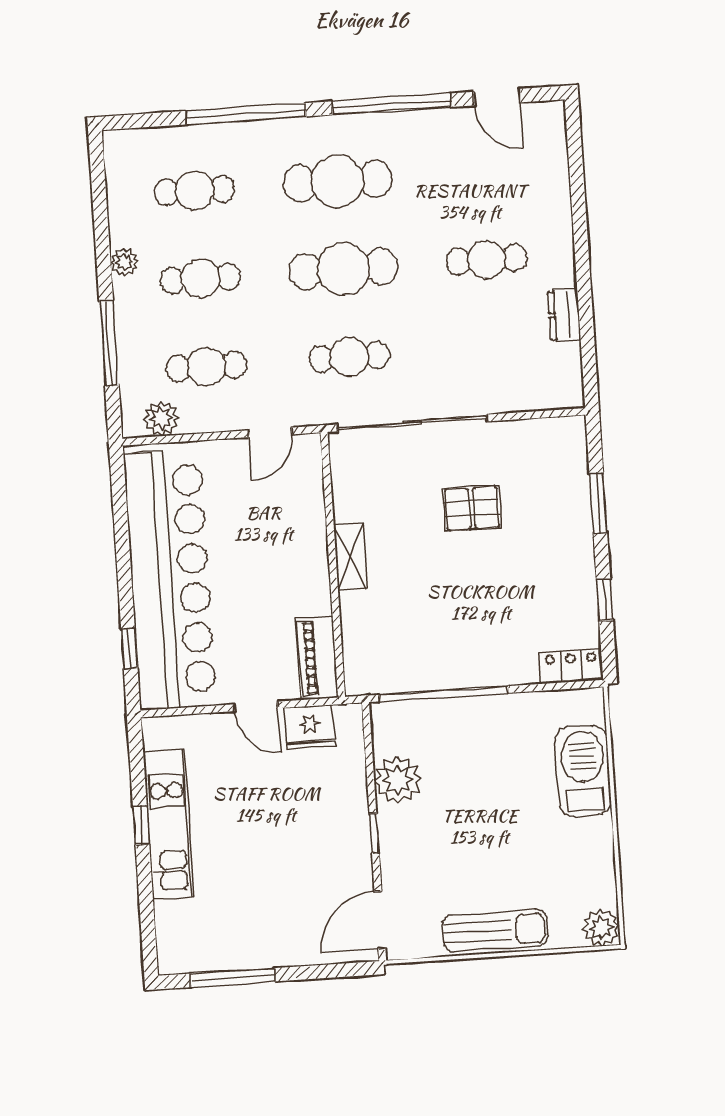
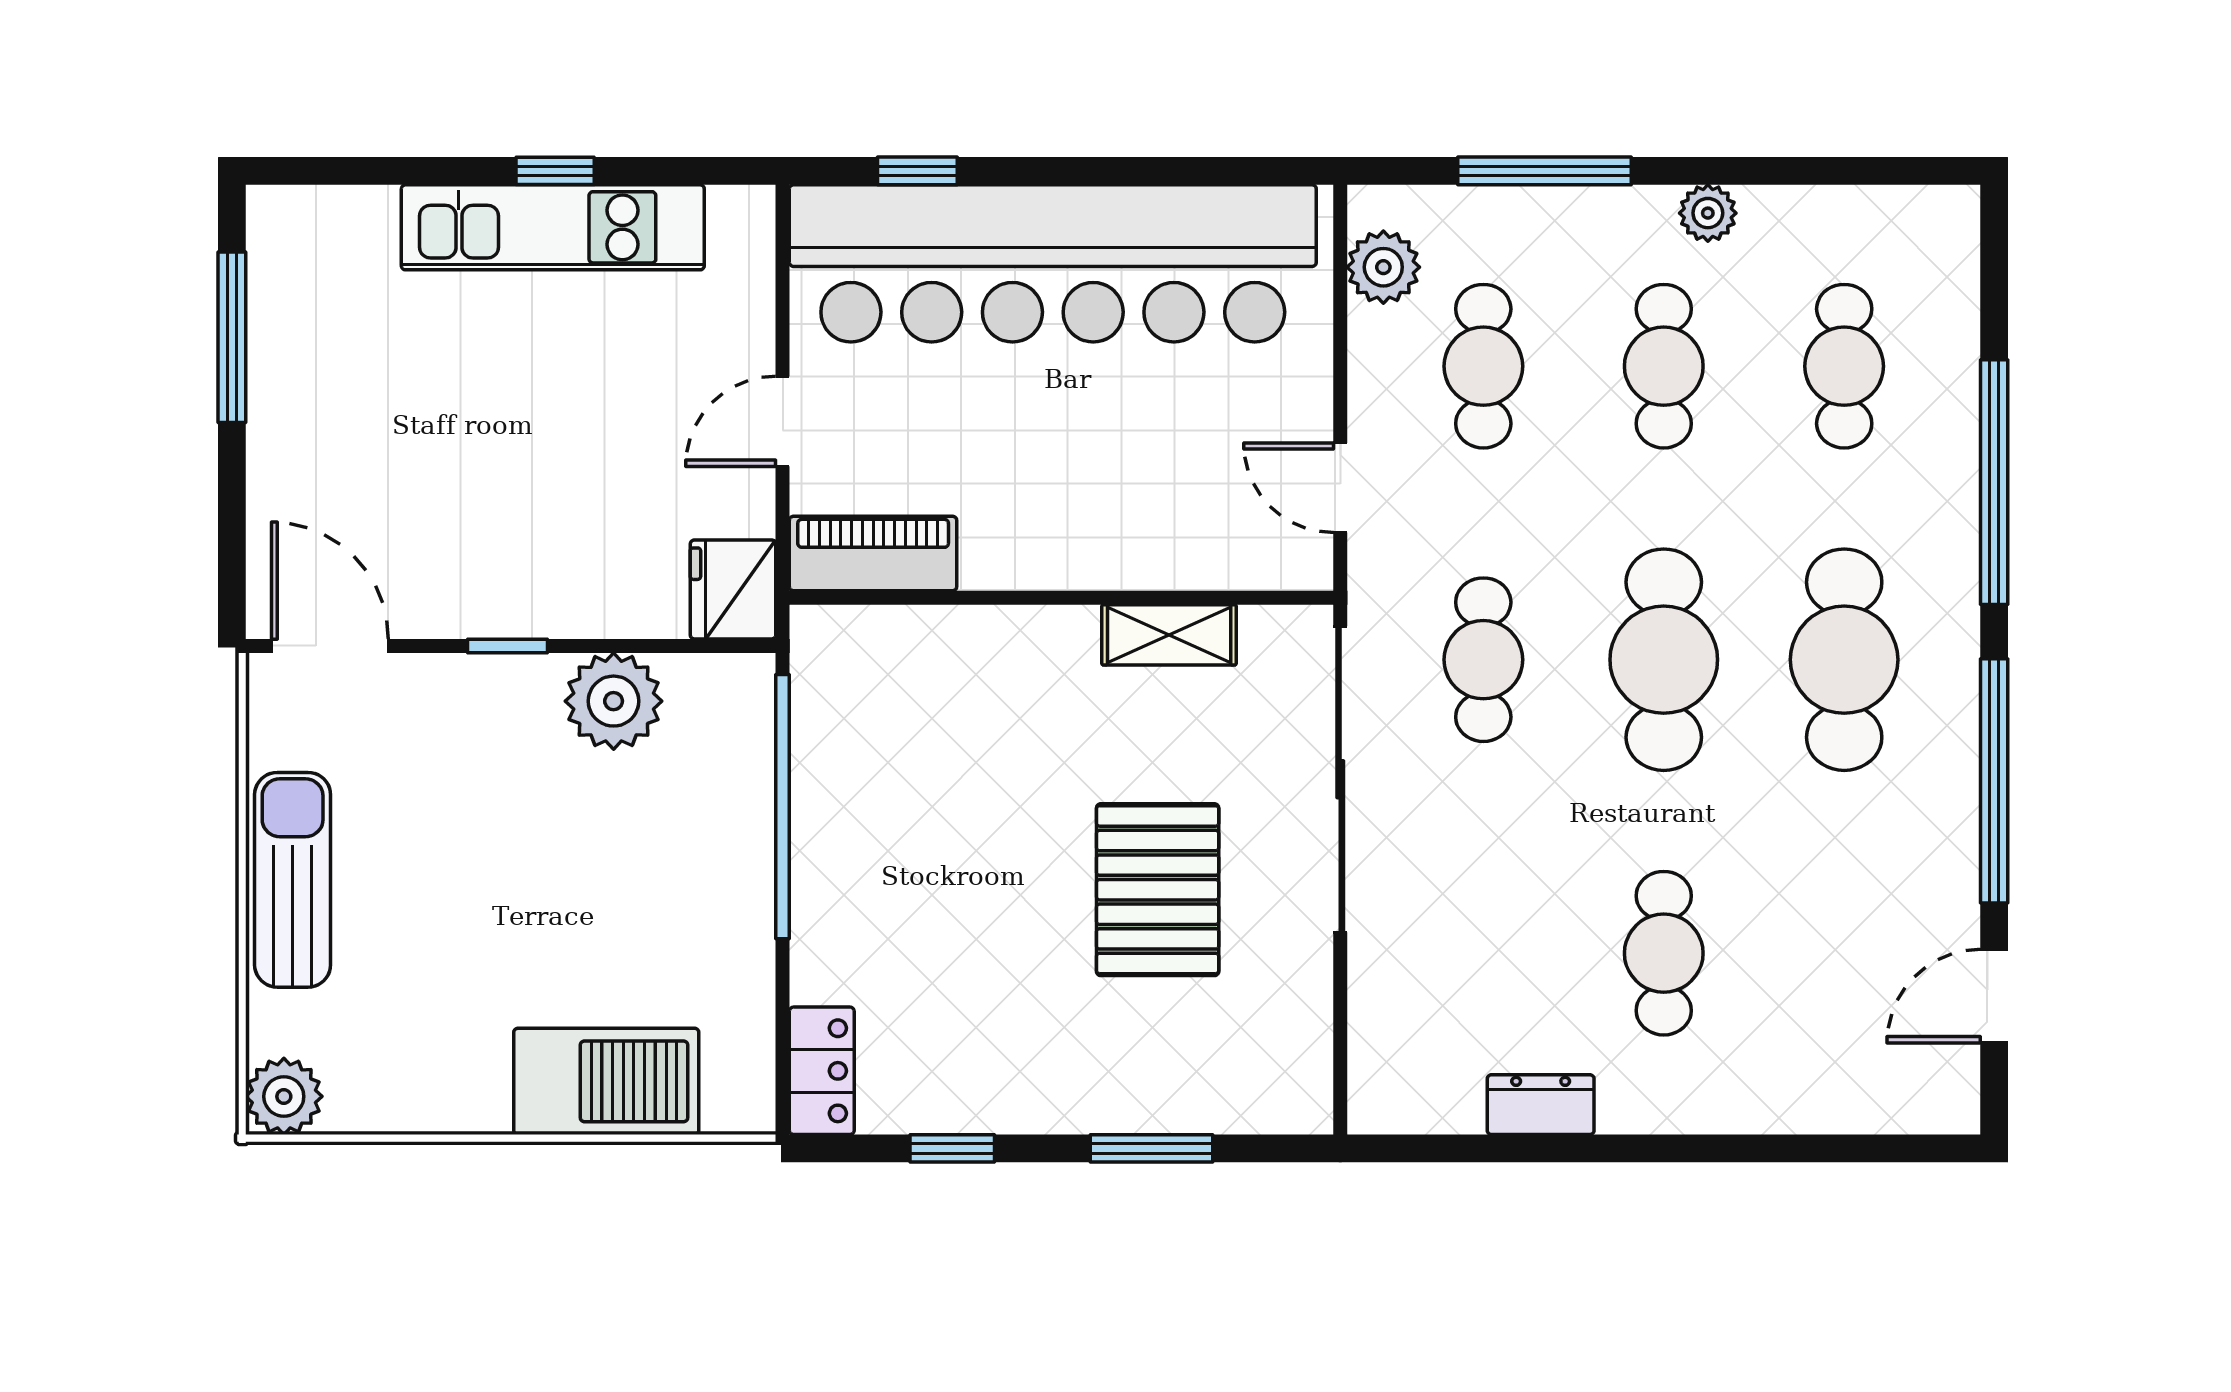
pallet: (472, 508) -> (1158, 890), width x1.50, depth x1.42
shelving: (350, 557) -> (1169, 635), moved
fridge: (310, 727) -> (733, 589), moved
sun lounger: (495, 930) -> (293, 880), turned 180

